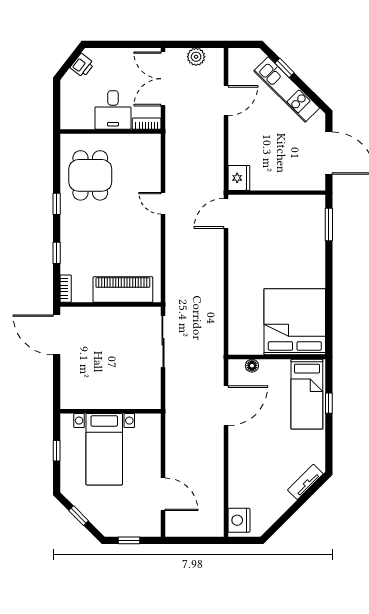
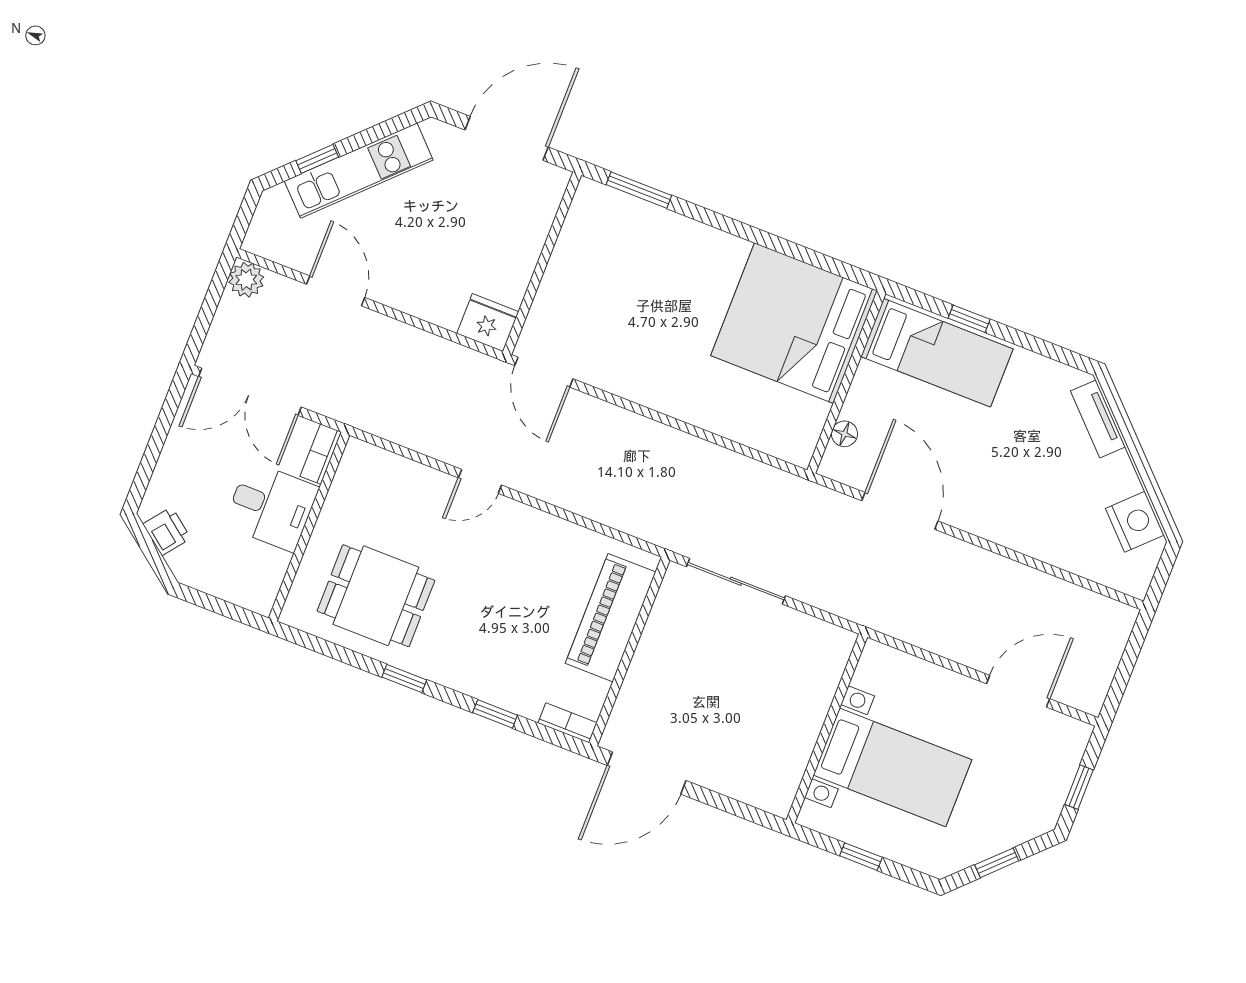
plant: (196, 57) -> (246, 280), moved
nightstand: (239, 520) -> (1135, 522), moved, turned -135

